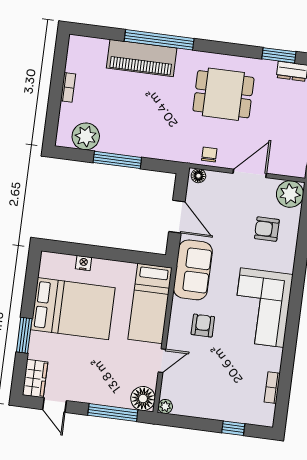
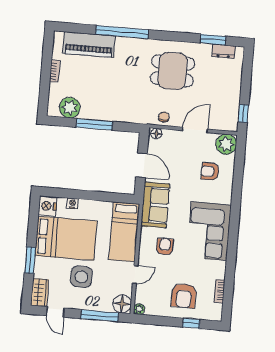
piano: (142, 58) -> (89, 45), moved
nightstand: (51, 265) -> (48, 206), added
side table: (91, 360) -> (81, 277), added
armchair: (225, 391) -> (184, 296), added

